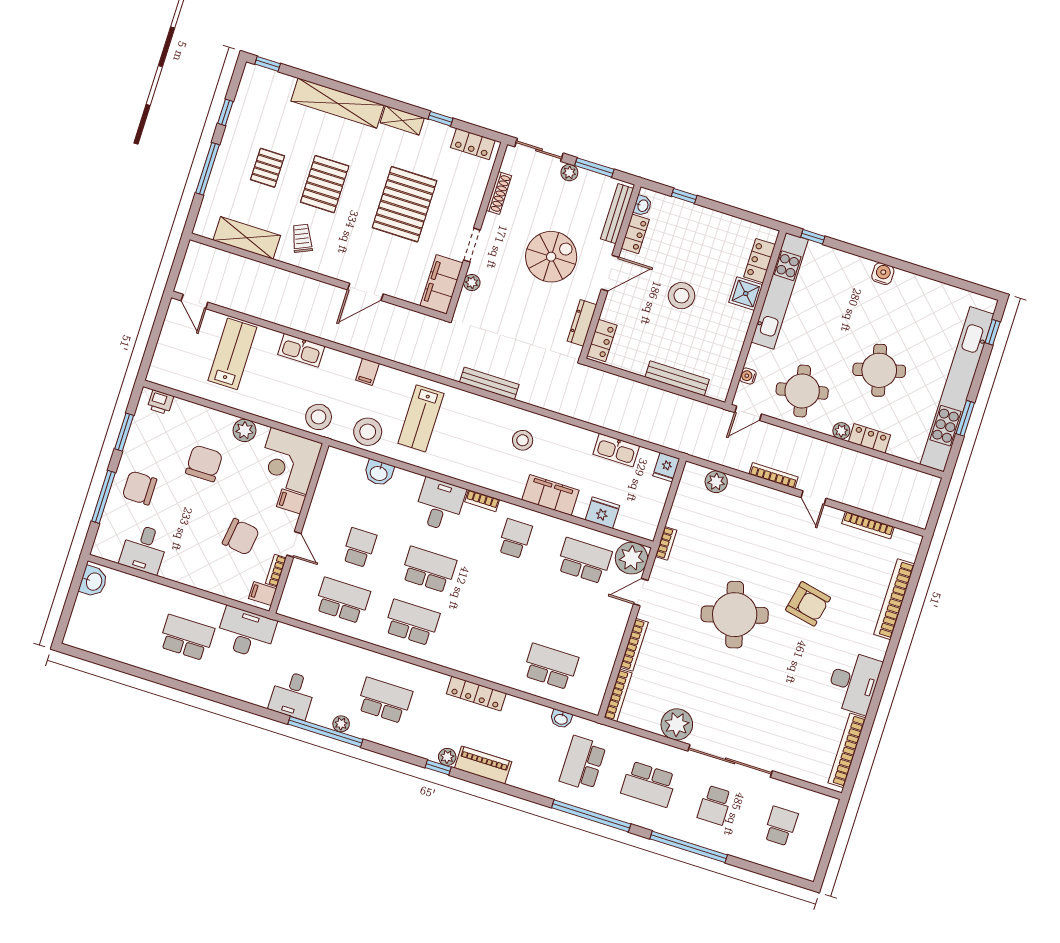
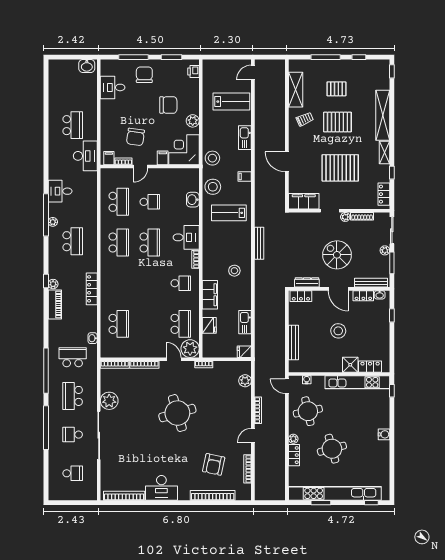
spiral stairs: (551, 257) -> (337, 255), turned 180
plant: (472, 283) -> (345, 217), moved
armchair: (808, 604) -> (214, 464), moved

